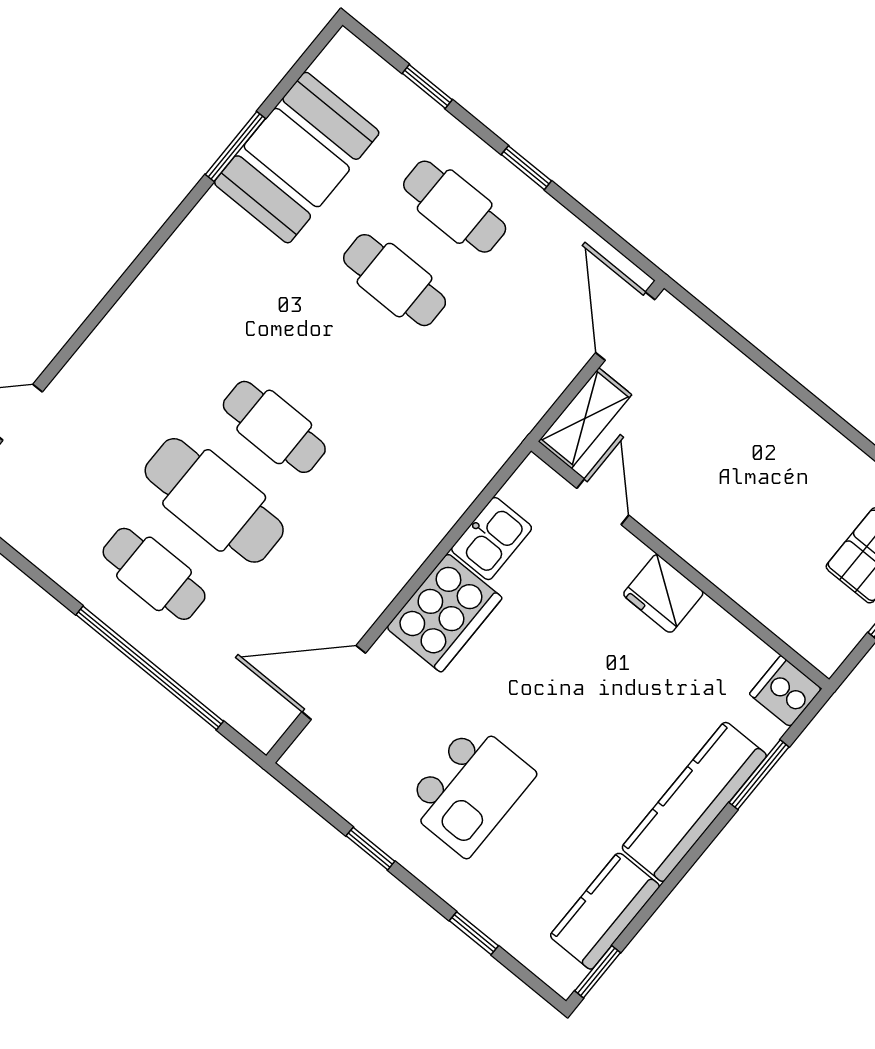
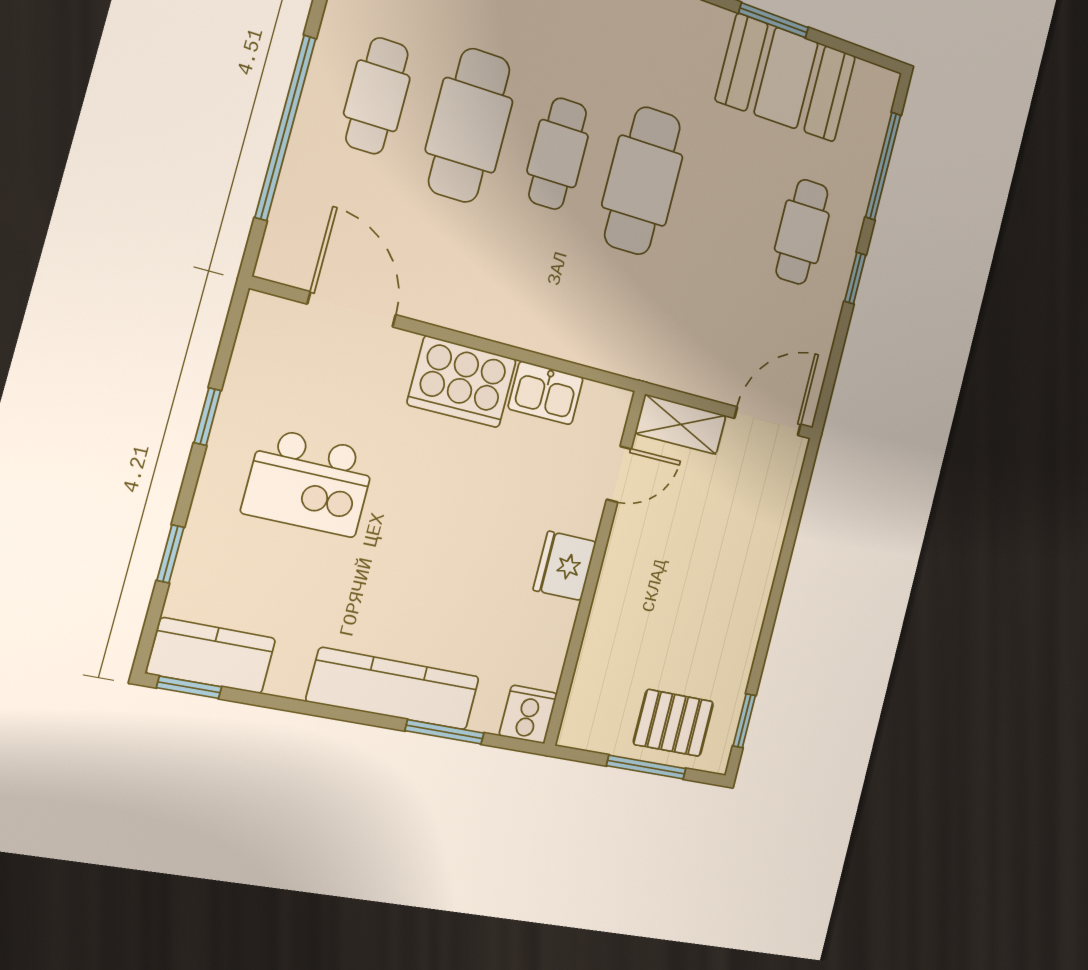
window: (427, 87) -> (883, 166), width x2.17
cafe table: (395, 280) -> (642, 181), moved, width x1.37, depth x1.35
kitchen counter: (605, 911) -> (211, 656), moved

